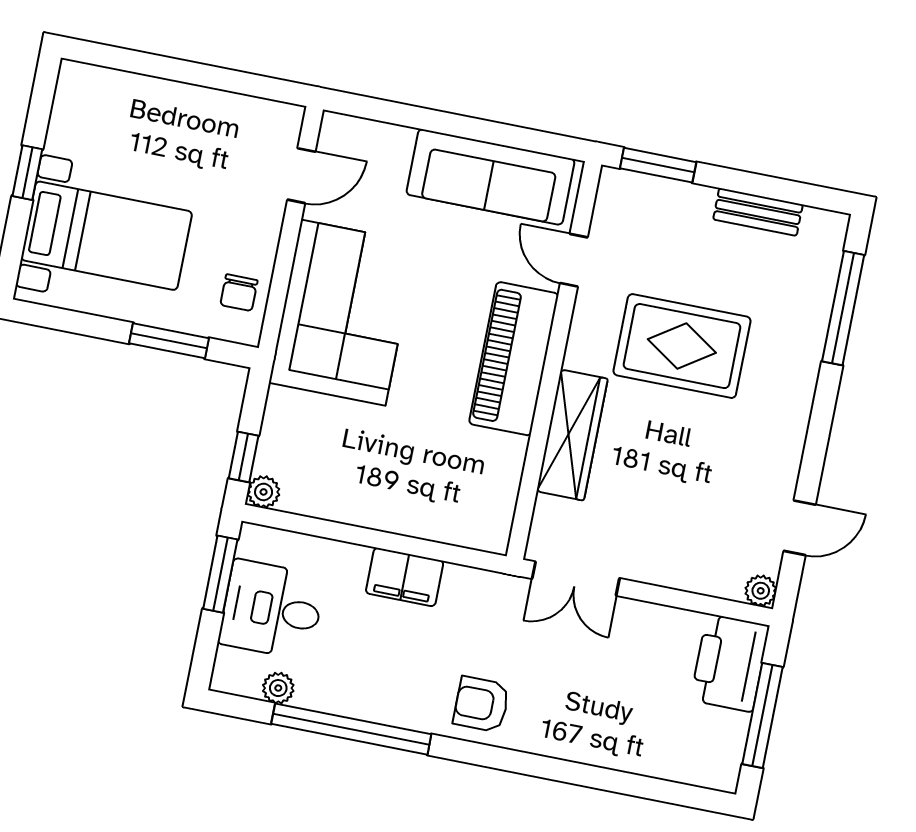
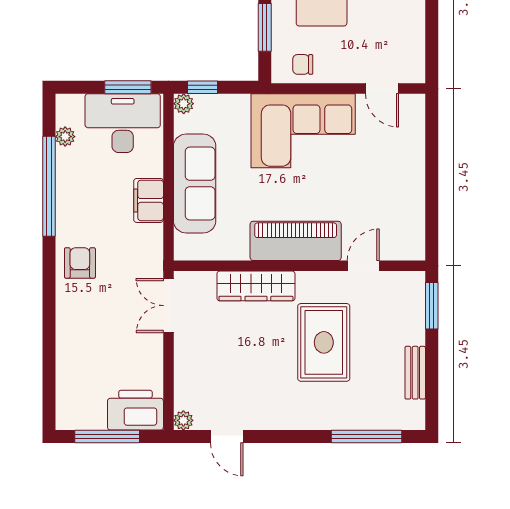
sofa: (490, 177) -> (195, 183), moved, turned 180
desk: (272, 610) -> (123, 123), width x1.37

